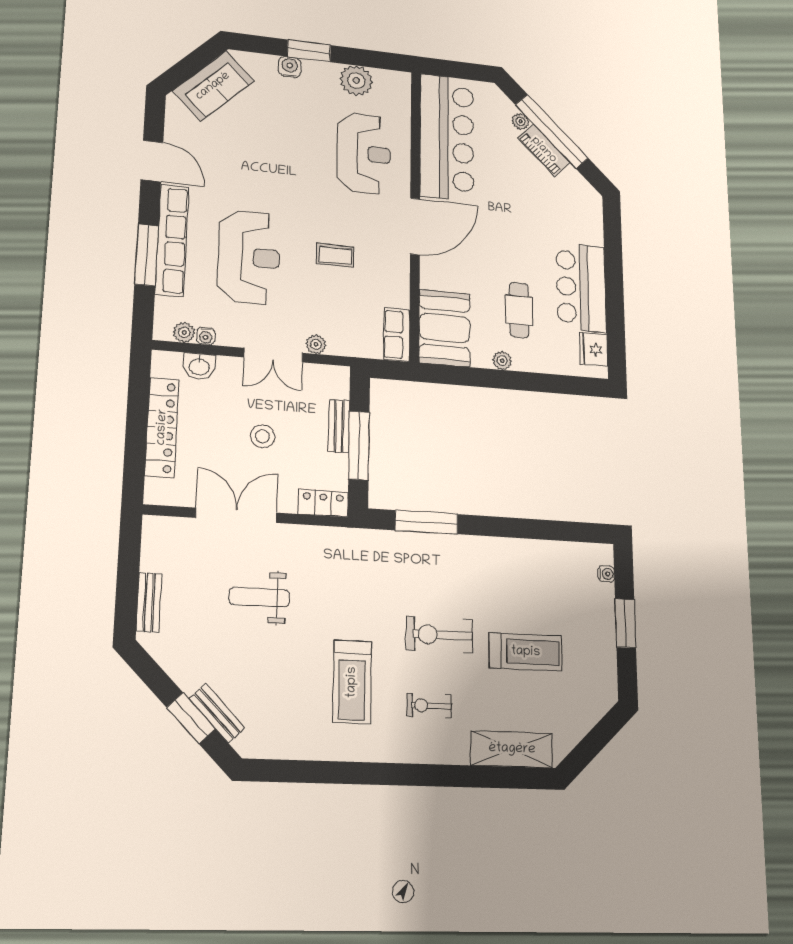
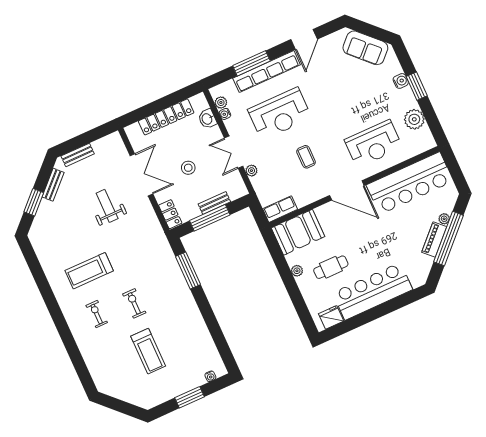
bar counter: (581, 288) -> (373, 291), width x1.36
exercise bike: (440, 635) -> (134, 303), width x0.73, depth x0.72
bench: (217, 713) -> (53, 185), moved
shelving: (512, 749) -> (96, 365), removed

